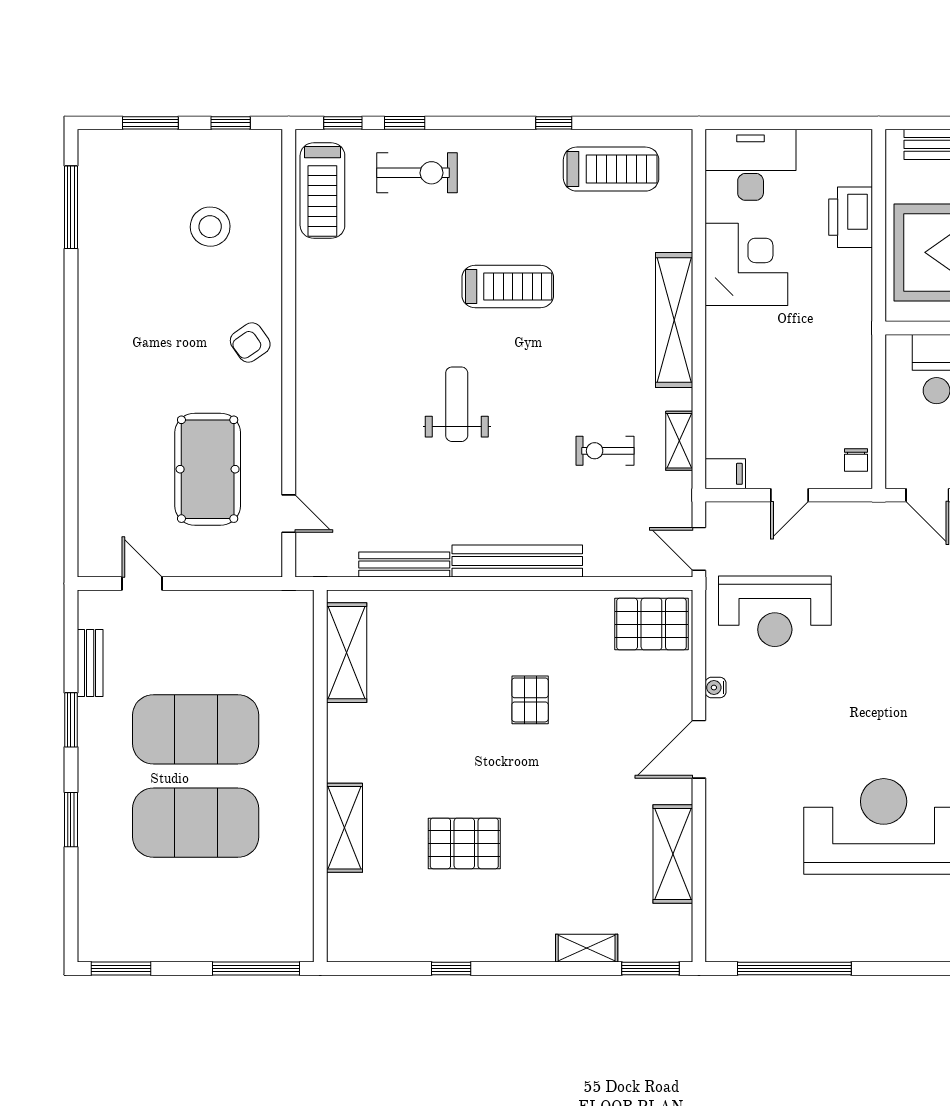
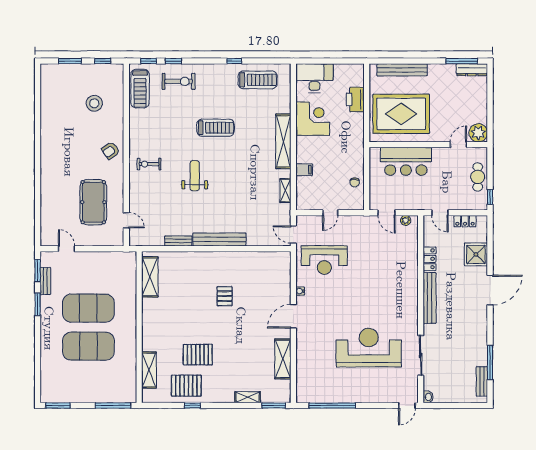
window: (71, 207) -> (38, 95), removed
exercise bike: (605, 451) -> (149, 164), moved
chair: (856, 460) -> (355, 182), moved
filing cabinet: (725, 474) -> (304, 170), moved
bench: (404, 565) -> (178, 241), width x0.73
pallet: (651, 624) -> (186, 386), moved
window: (71, 820) -> (38, 271), moved
shelving: (344, 828) -> (149, 370), moved

